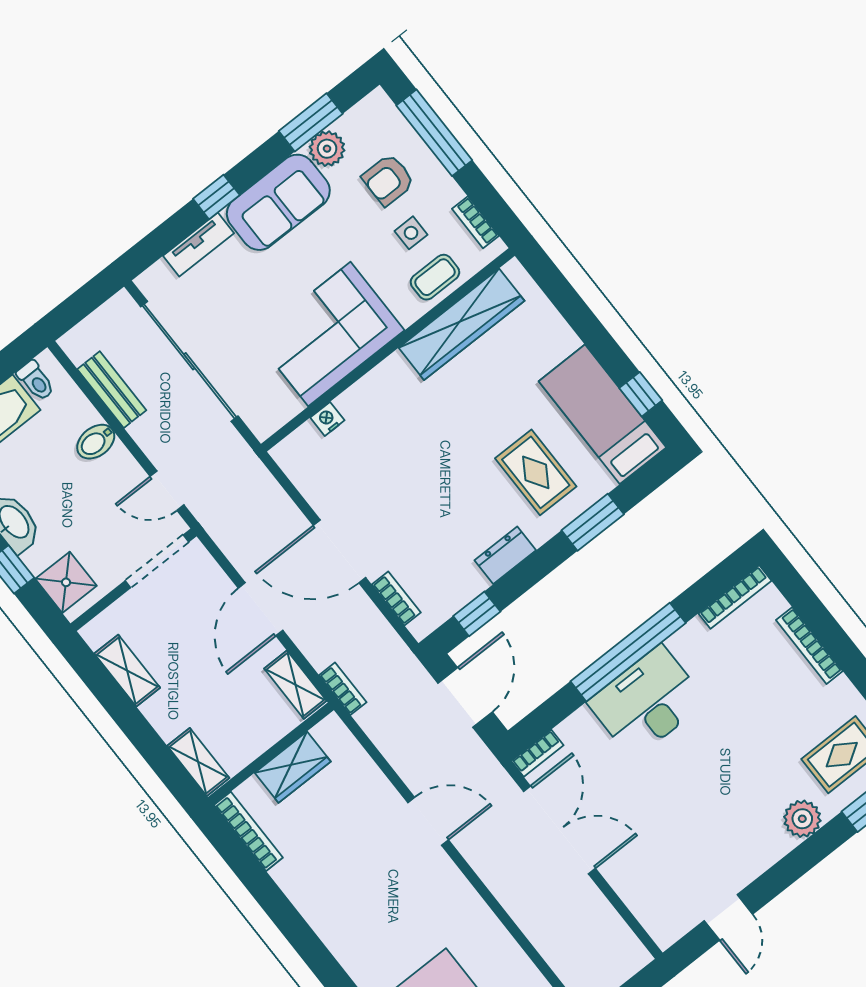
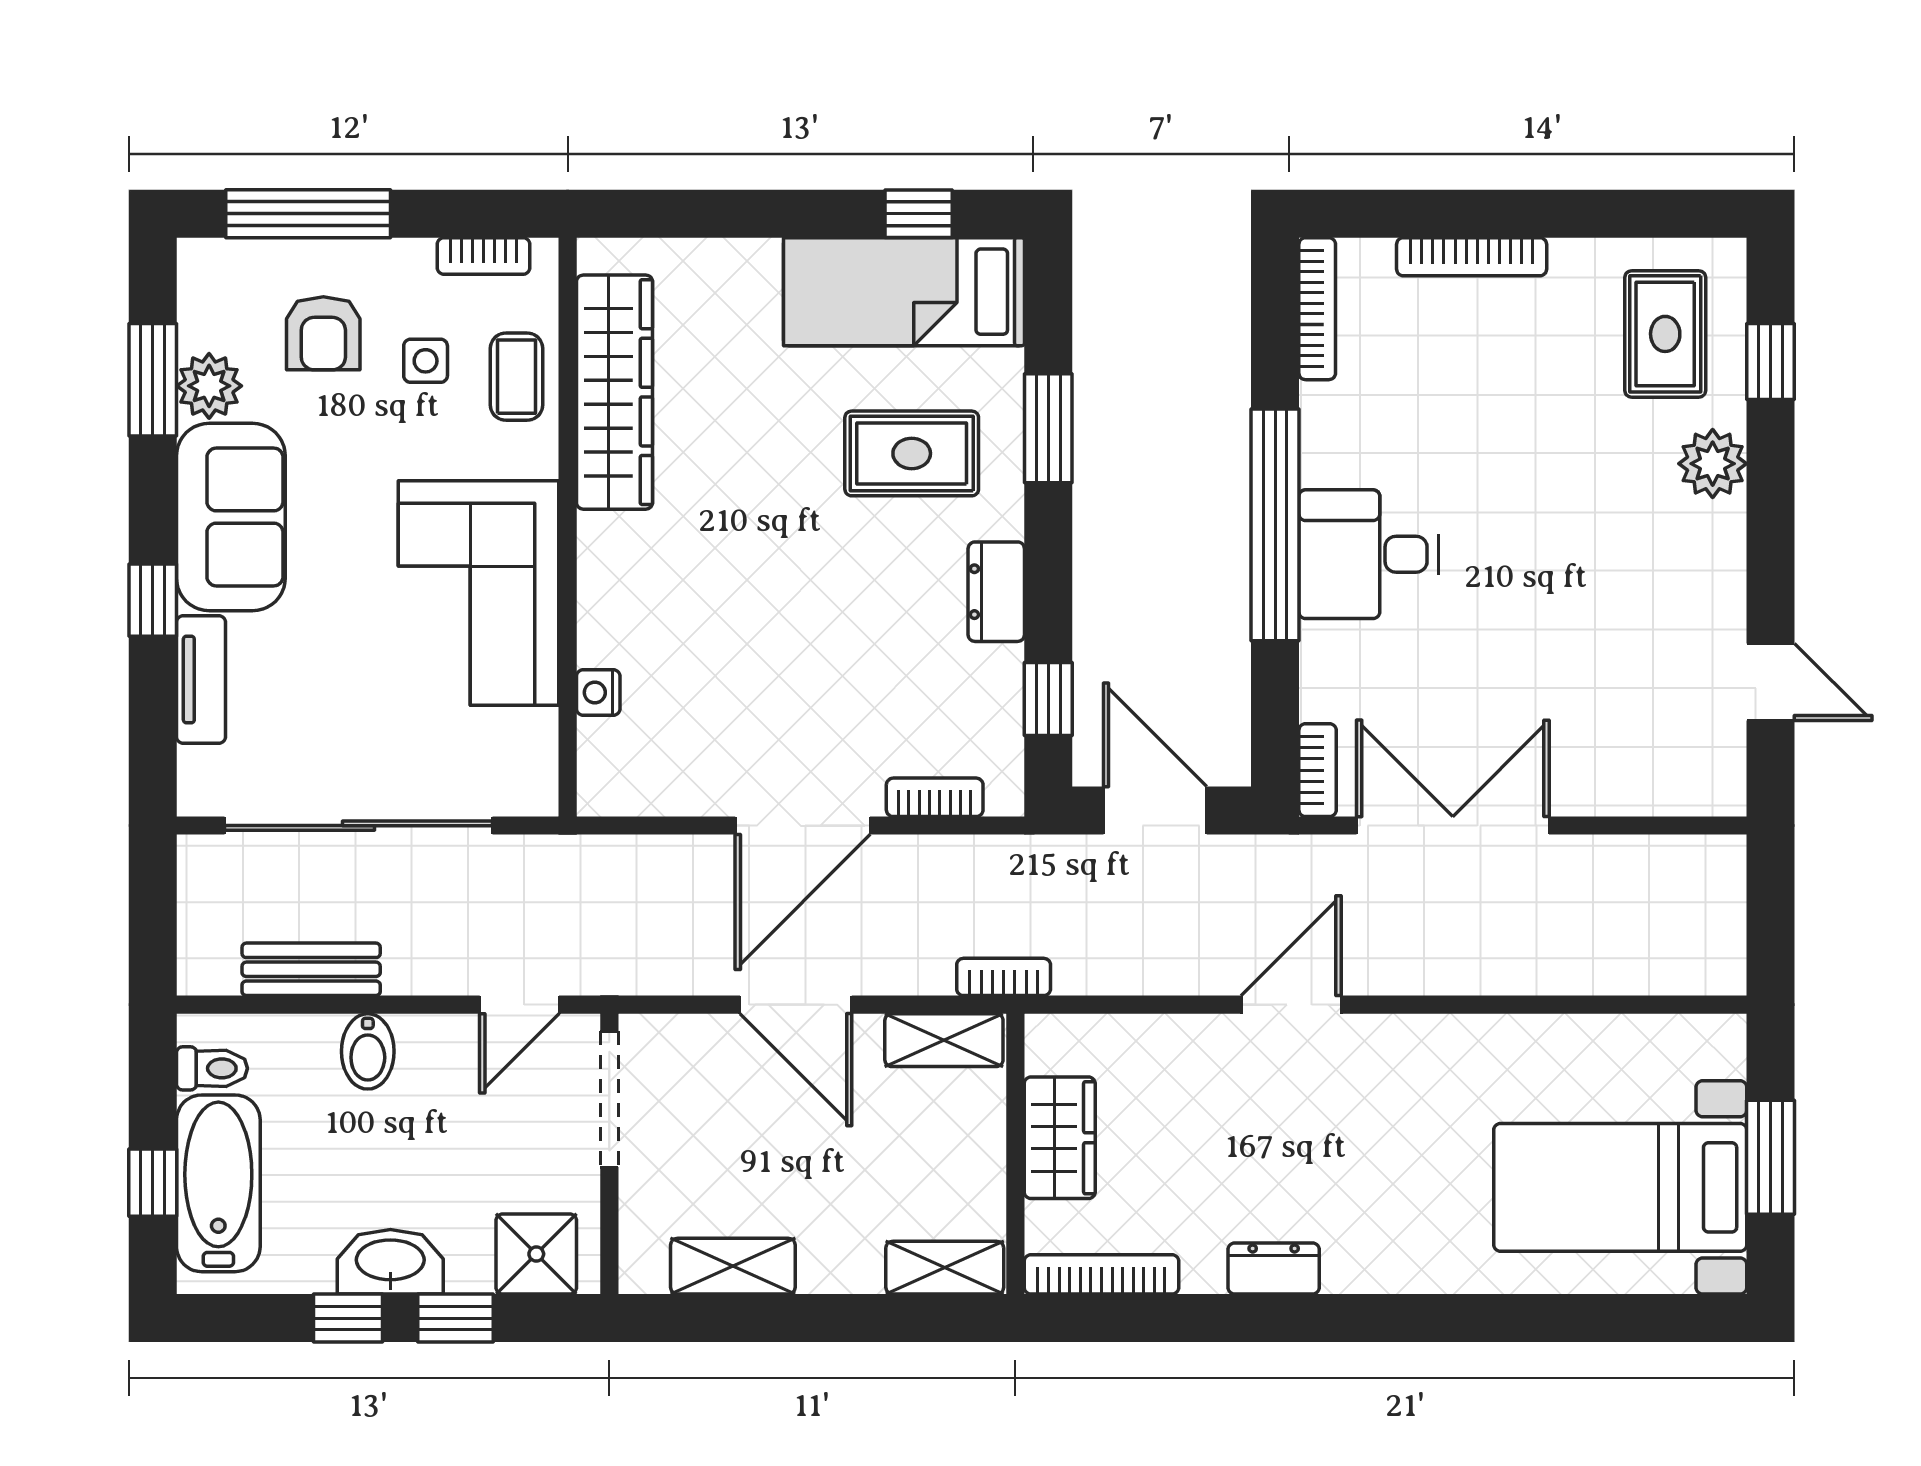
desk: (647, 702) -> (1368, 554), width x0.73
dresser: (309, 903) -> (1274, 1269), added

